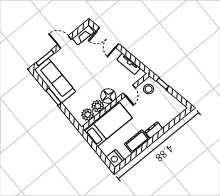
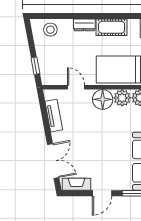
door: (64, 42) -> (102, 193), hinge flipped
stool: (149, 89) -> (50, 30), moved
door: (129, 90) -> (76, 87), hinge flipped

